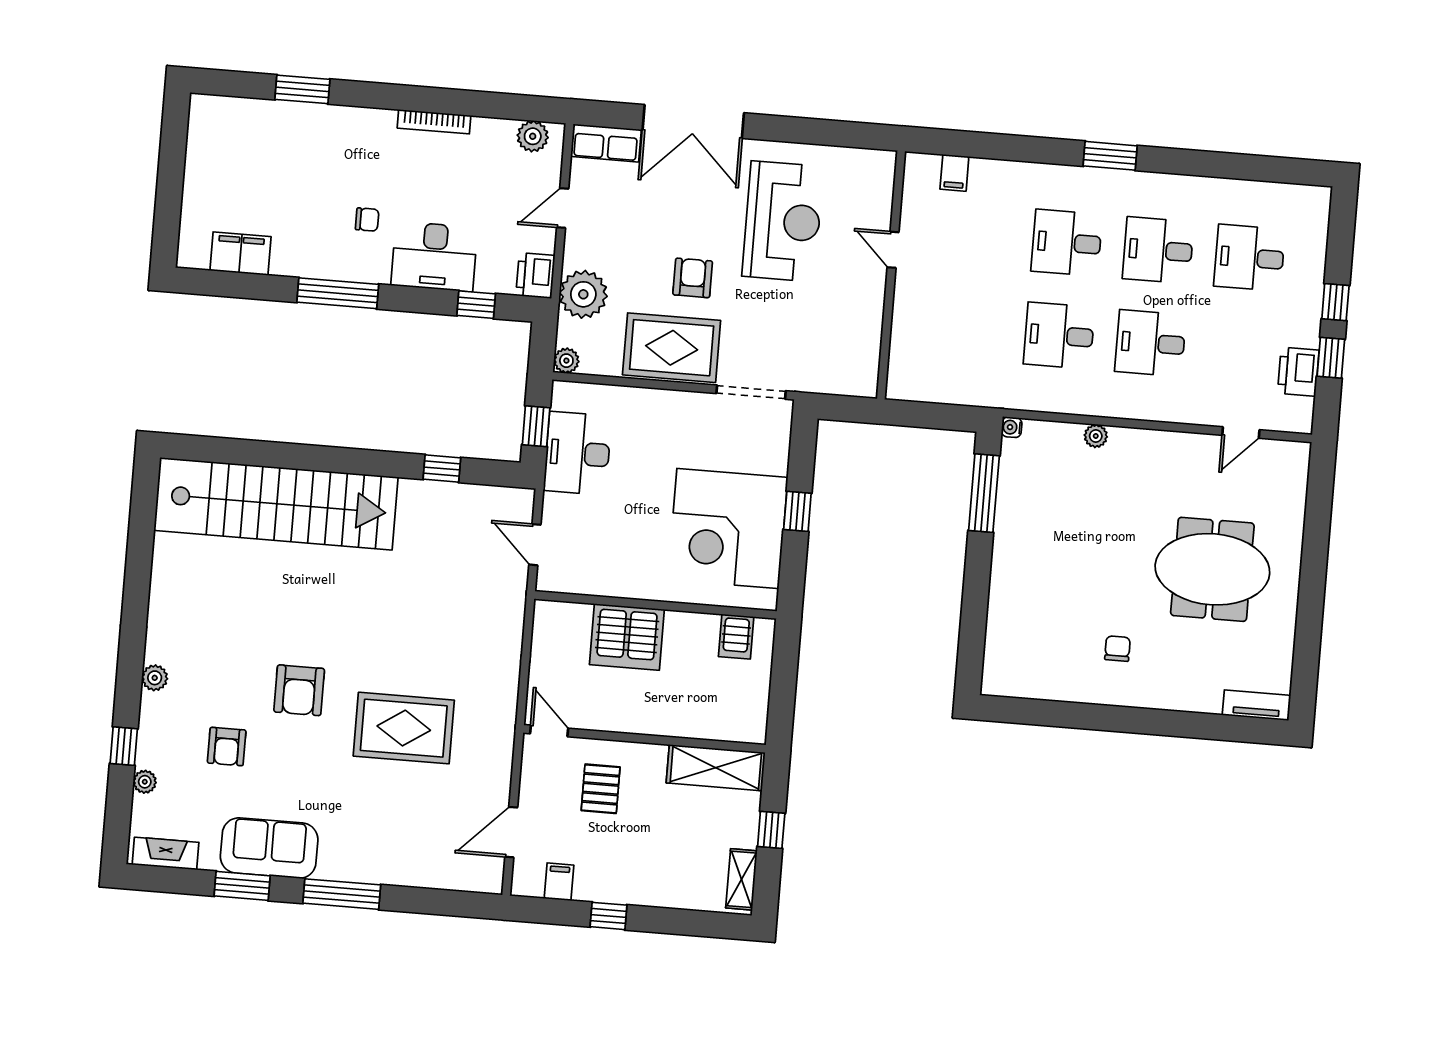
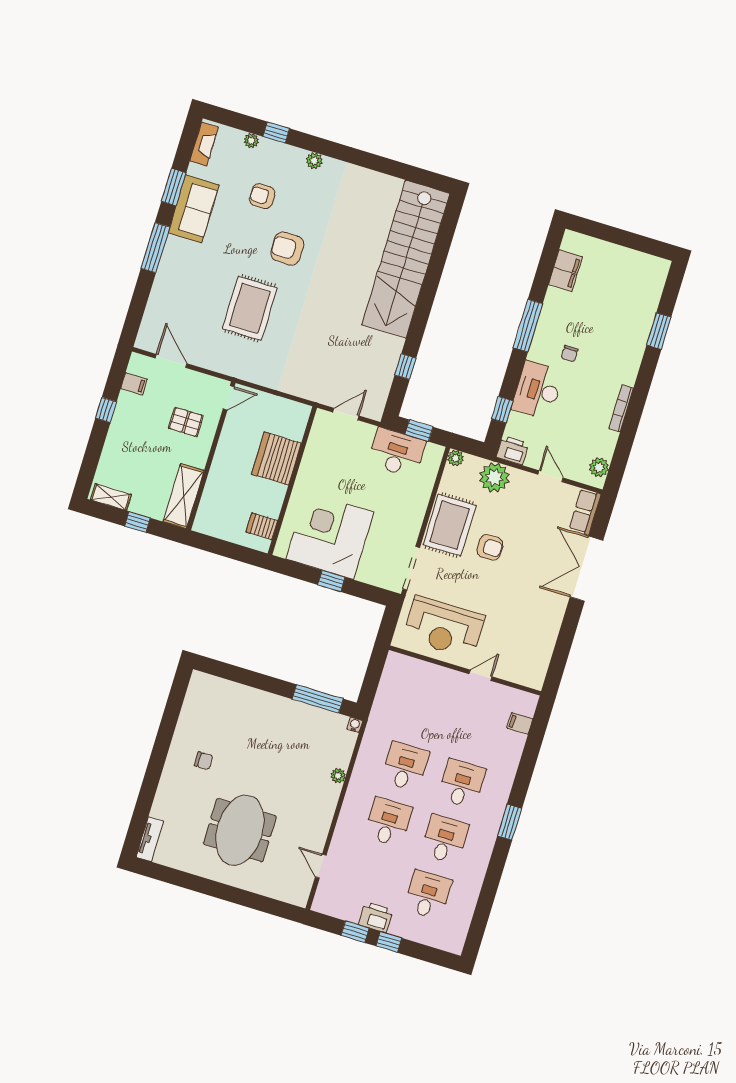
reception desk: (783, 221) -> (444, 627), moved
printer: (1298, 372) -> (376, 917), moved

